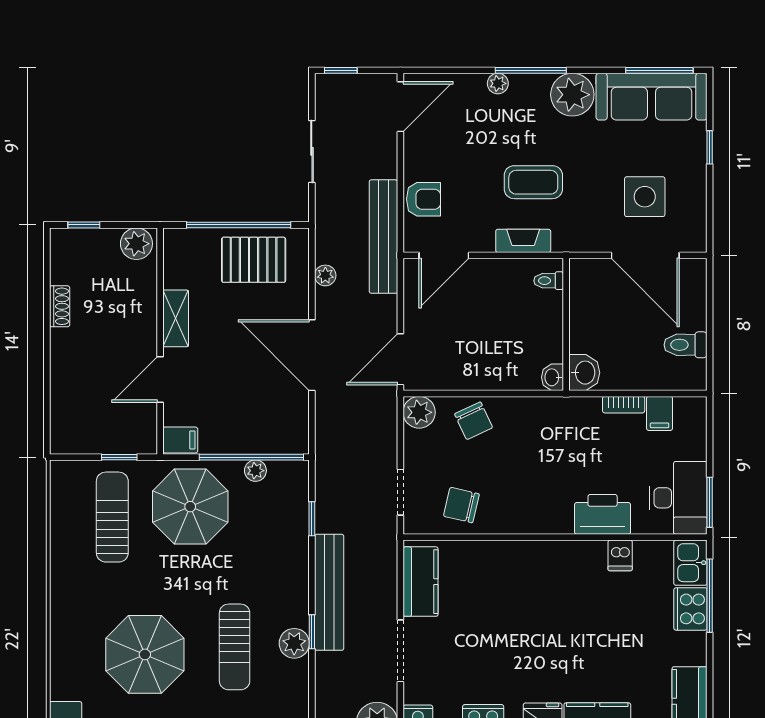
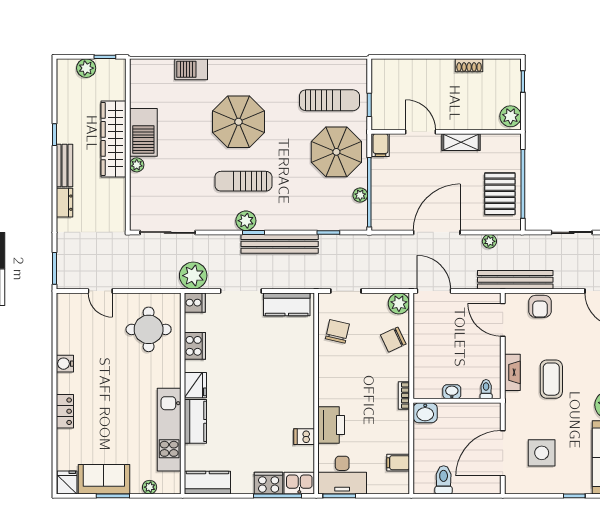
washbasin: (552, 377) -> (452, 392), moved
bookcase: (624, 405) -> (404, 395), moved

